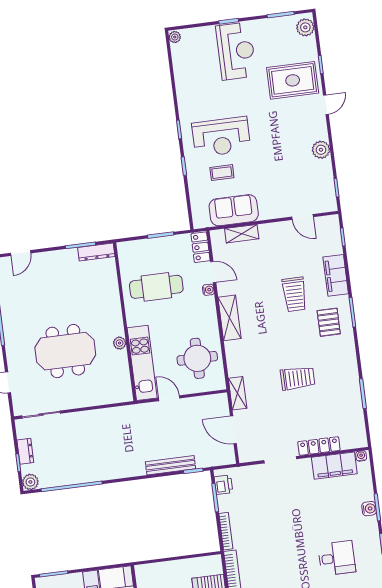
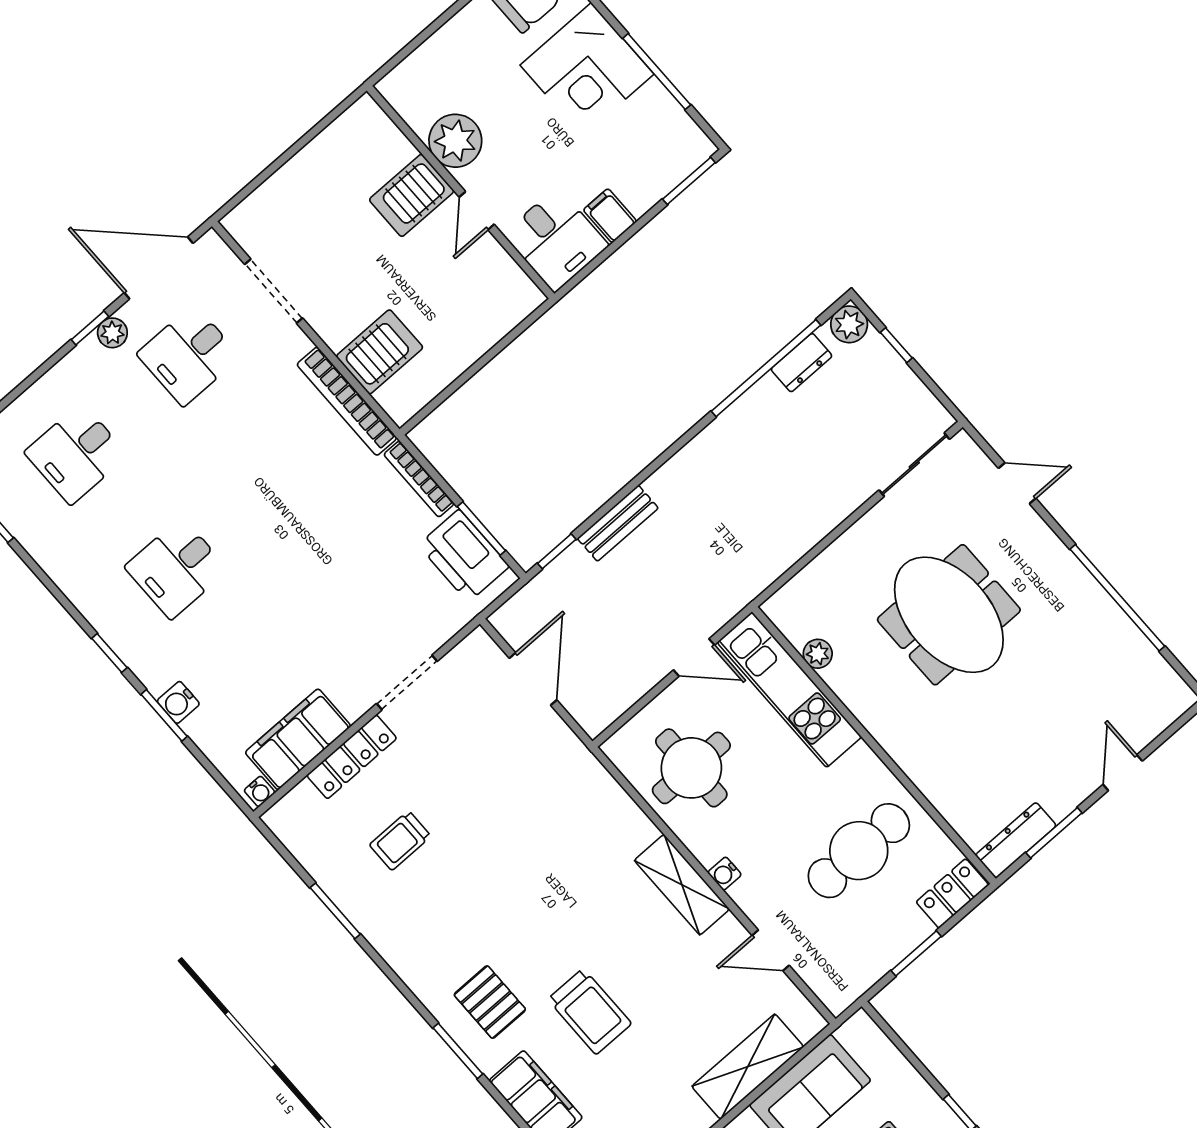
shelving: (242, 234) -> (748, 1067), width x1.50, depth x1.33
locker: (200, 247) -> (952, 893), moved, turned -90
door: (21, 253) -> (1123, 773), moved
water cooler: (208, 290) -> (725, 874), moved
trolley: (294, 294) -> (590, 1011), turned 180
plant: (120, 343) -> (818, 654), moved
meeting table: (65, 351) -> (949, 615), turned 90
trolley: (298, 378) -> (400, 841), moved, width x0.73, depth x0.72
shelving: (238, 393) -> (571, 753), removed
door: (233, 430) -> (533, 679), hinge flipped
dresser: (25, 451) -> (802, 363), moved, turned -90
bench: (170, 465) -> (618, 523), width x0.73
printer: (223, 485) -> (464, 556), width x1.87, depth x1.48

